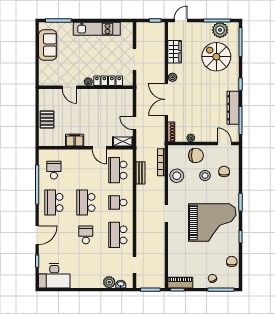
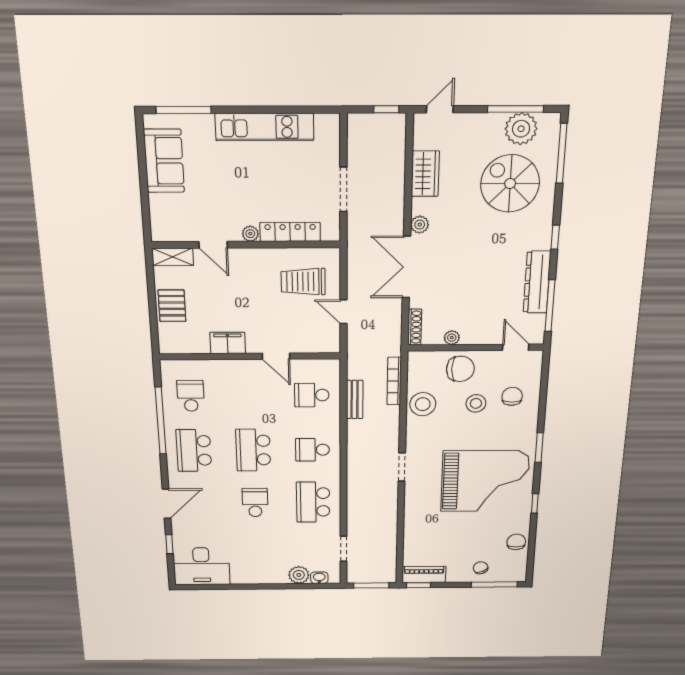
trolley: (114, 107) -> (303, 282), added
shelving: (123, 142) -> (173, 257), moved
school desk: (118, 170) -> (312, 395), width x0.54

